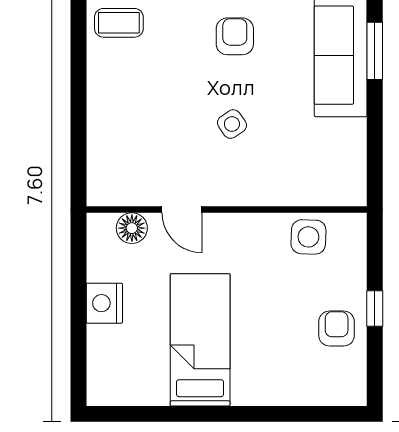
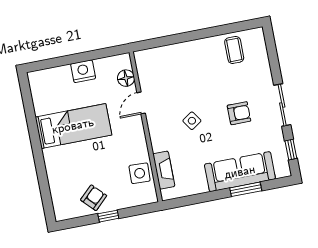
fireplace: (311, 192) -> (164, 170), added
armchair: (337, 329) -> (94, 198), turned -44

